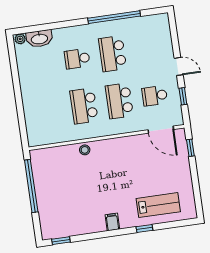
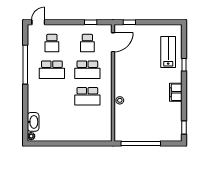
school desk: (77, 59) -> (52, 43), moved
door: (179, 66) -> (38, 22), moved
filing cabinet: (112, 222) -> (176, 92), width x2.00

